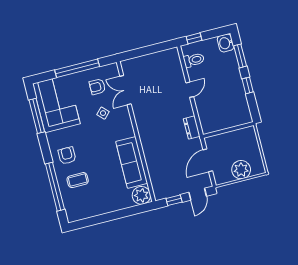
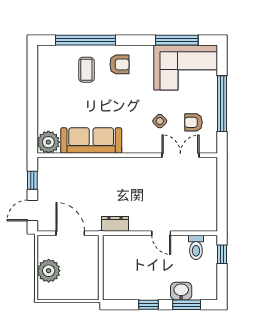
washbasin: (226, 43) -> (181, 291), moved
armchair: (97, 87) -> (193, 122), turned -90
door: (198, 194) -> (32, 211), hinge flipped

